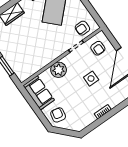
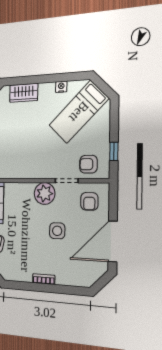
window: (92, 11) -> (114, 151), added
plant: (59, 70) -> (45, 193), moved

